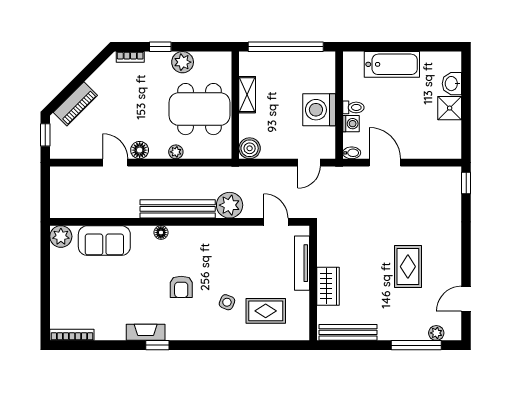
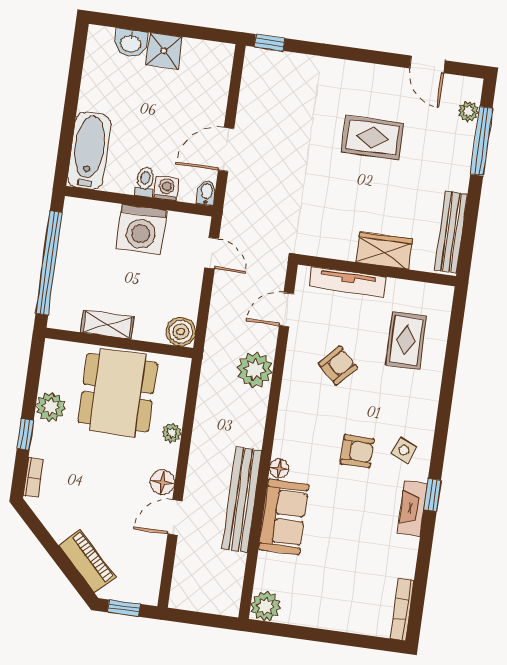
bathtub: (392, 64) -> (89, 151), moved
bench: (178, 209) -> (242, 500), moved
sofa: (104, 241) -> (284, 517), moved
armchair: (241, 264) -> (338, 365), added
side table: (227, 302) -> (404, 450), moved

